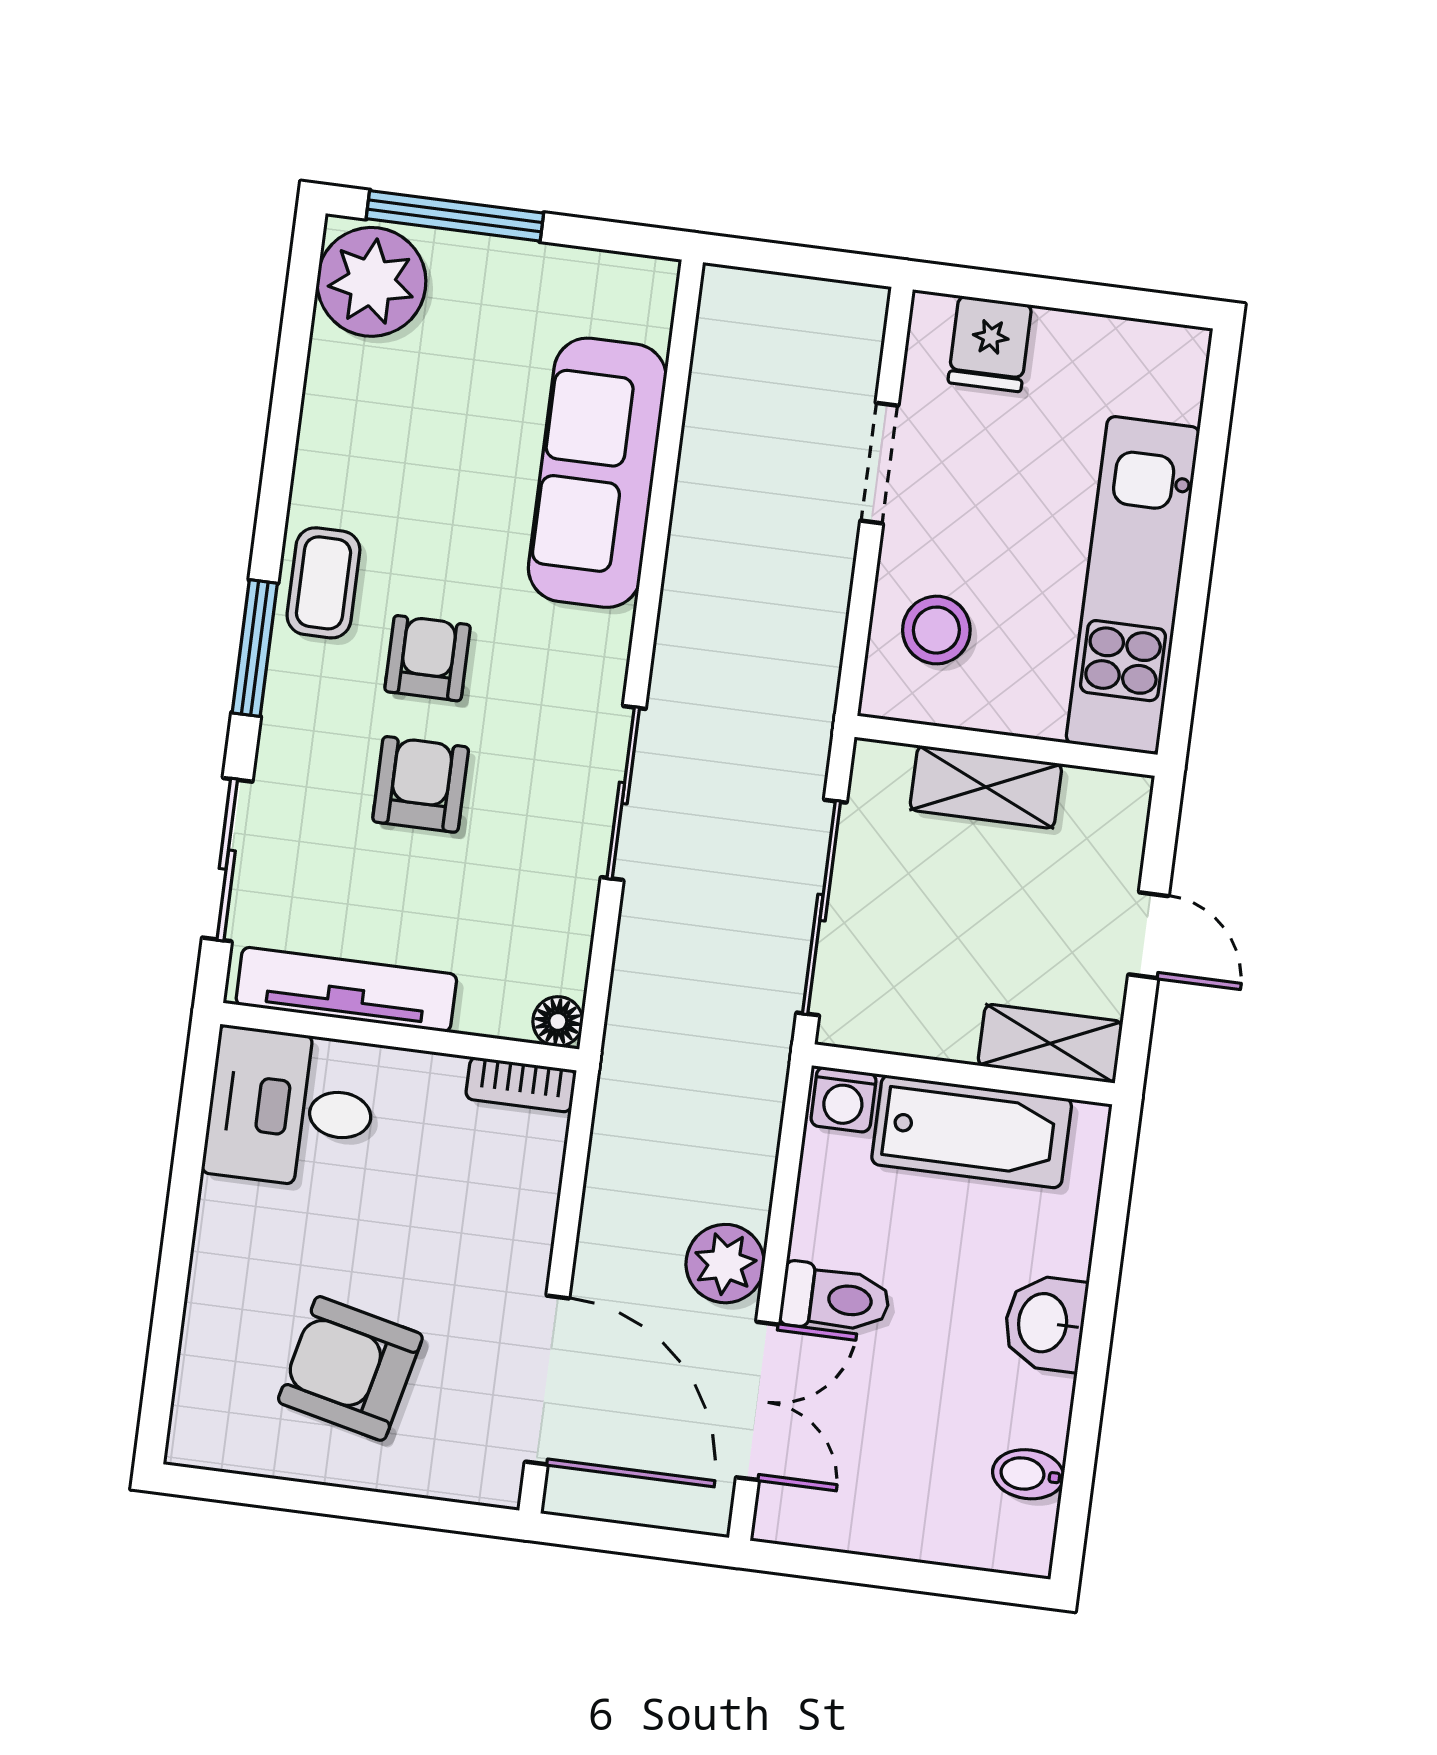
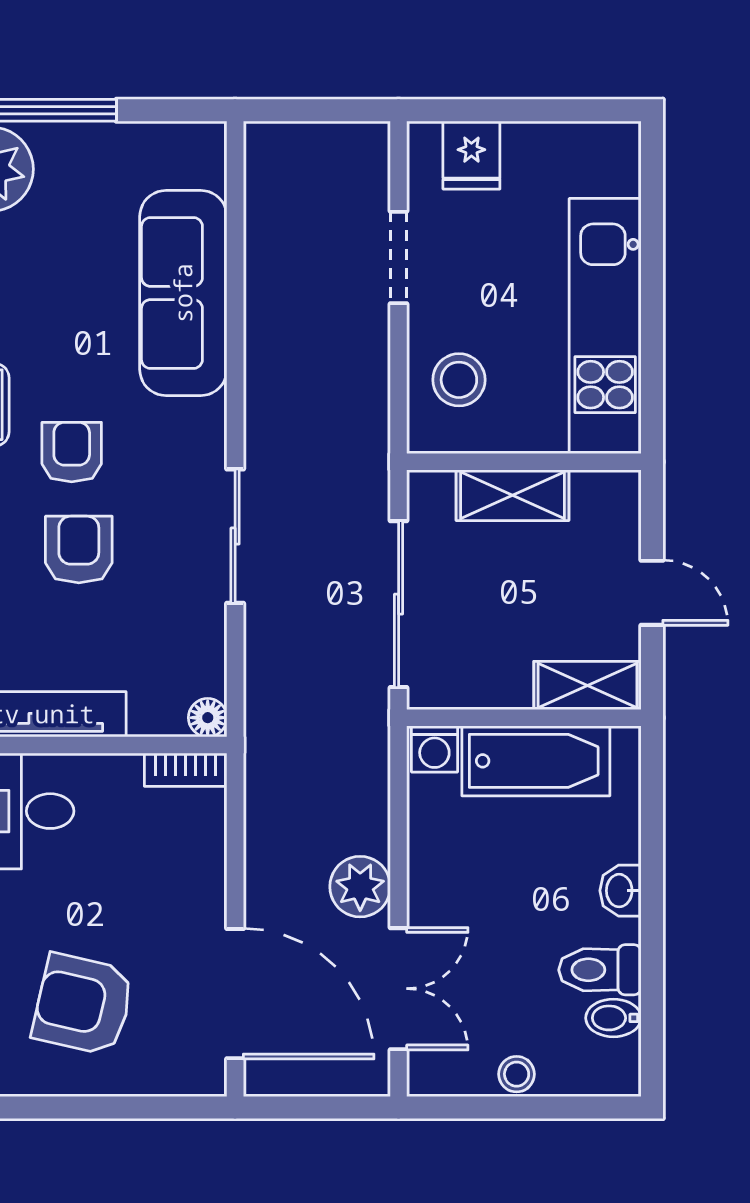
toilet: (835, 1298) -> (600, 970), moved, turned 180
washbasin: (1045, 1323) -> (620, 891), width x0.72, depth x0.69
stool: (895, 1530) -> (517, 1074), added

